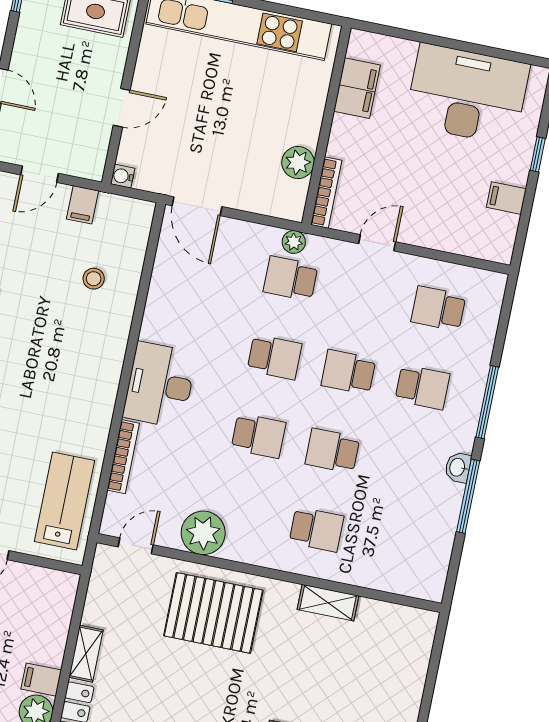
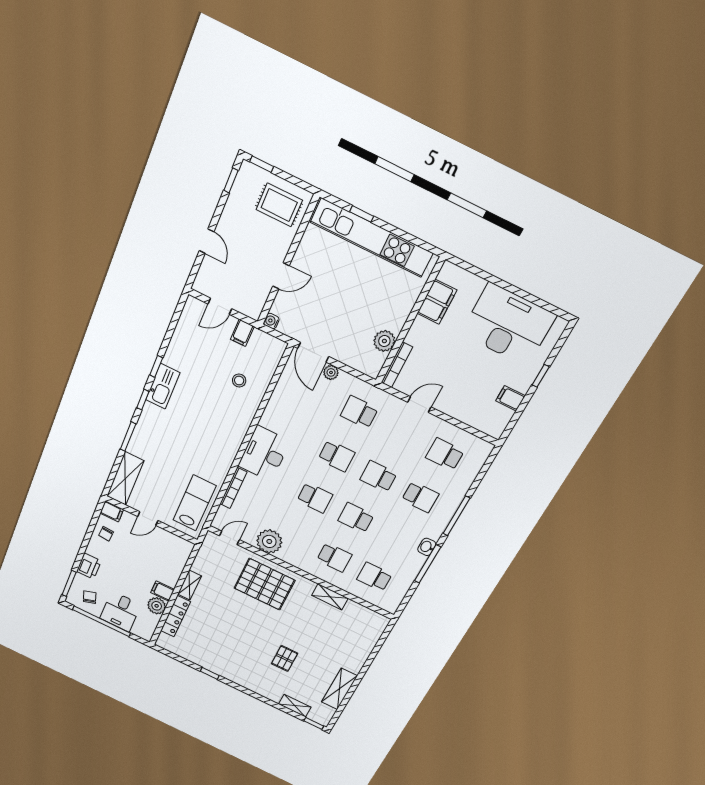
plant: (294, 242) -> (331, 372), moved
school desk: (390, 544) -> (374, 577), added

